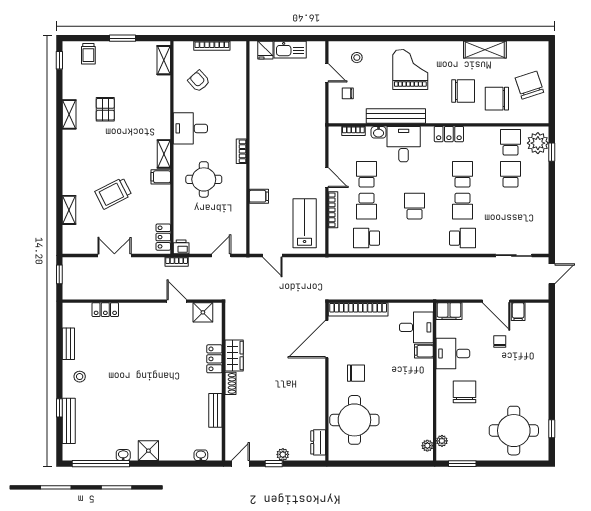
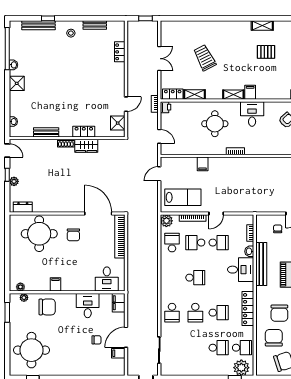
locker: (449, 134) -> (248, 309), width x1.53
filing cabinet: (161, 177) -> (250, 92), moved
school desk: (463, 206) -> (195, 313), turned -90
shelving: (69, 210) -> (194, 94), moved
plant: (337, 246) -> (166, 221), added
filing cabinet: (424, 351) -> (55, 284), moved
chair: (464, 392) -> (47, 307), moved

